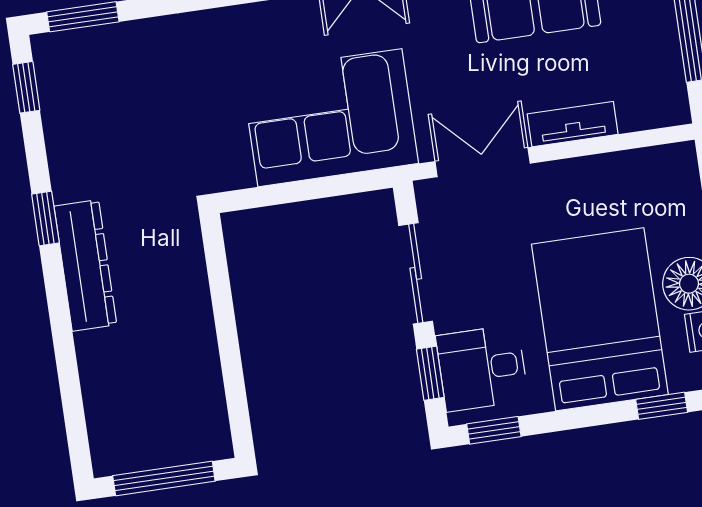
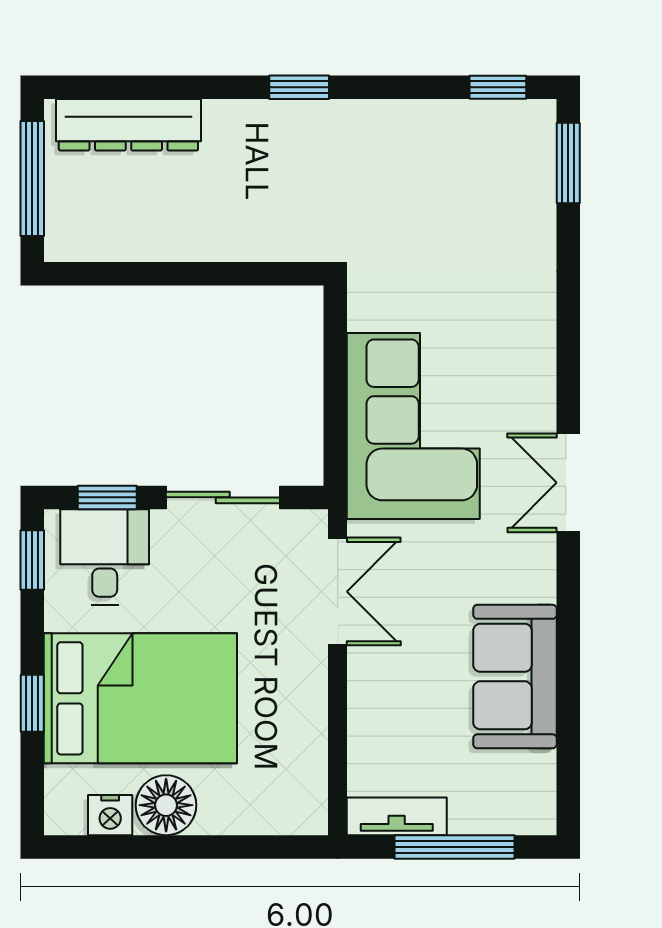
tv unit: (573, 124) -> (397, 816), moved, turned -90
window: (45, 219) -> (299, 87), moved
dresser: (85, 265) -> (128, 125), moved
window: (662, 406) -> (32, 703), moved

